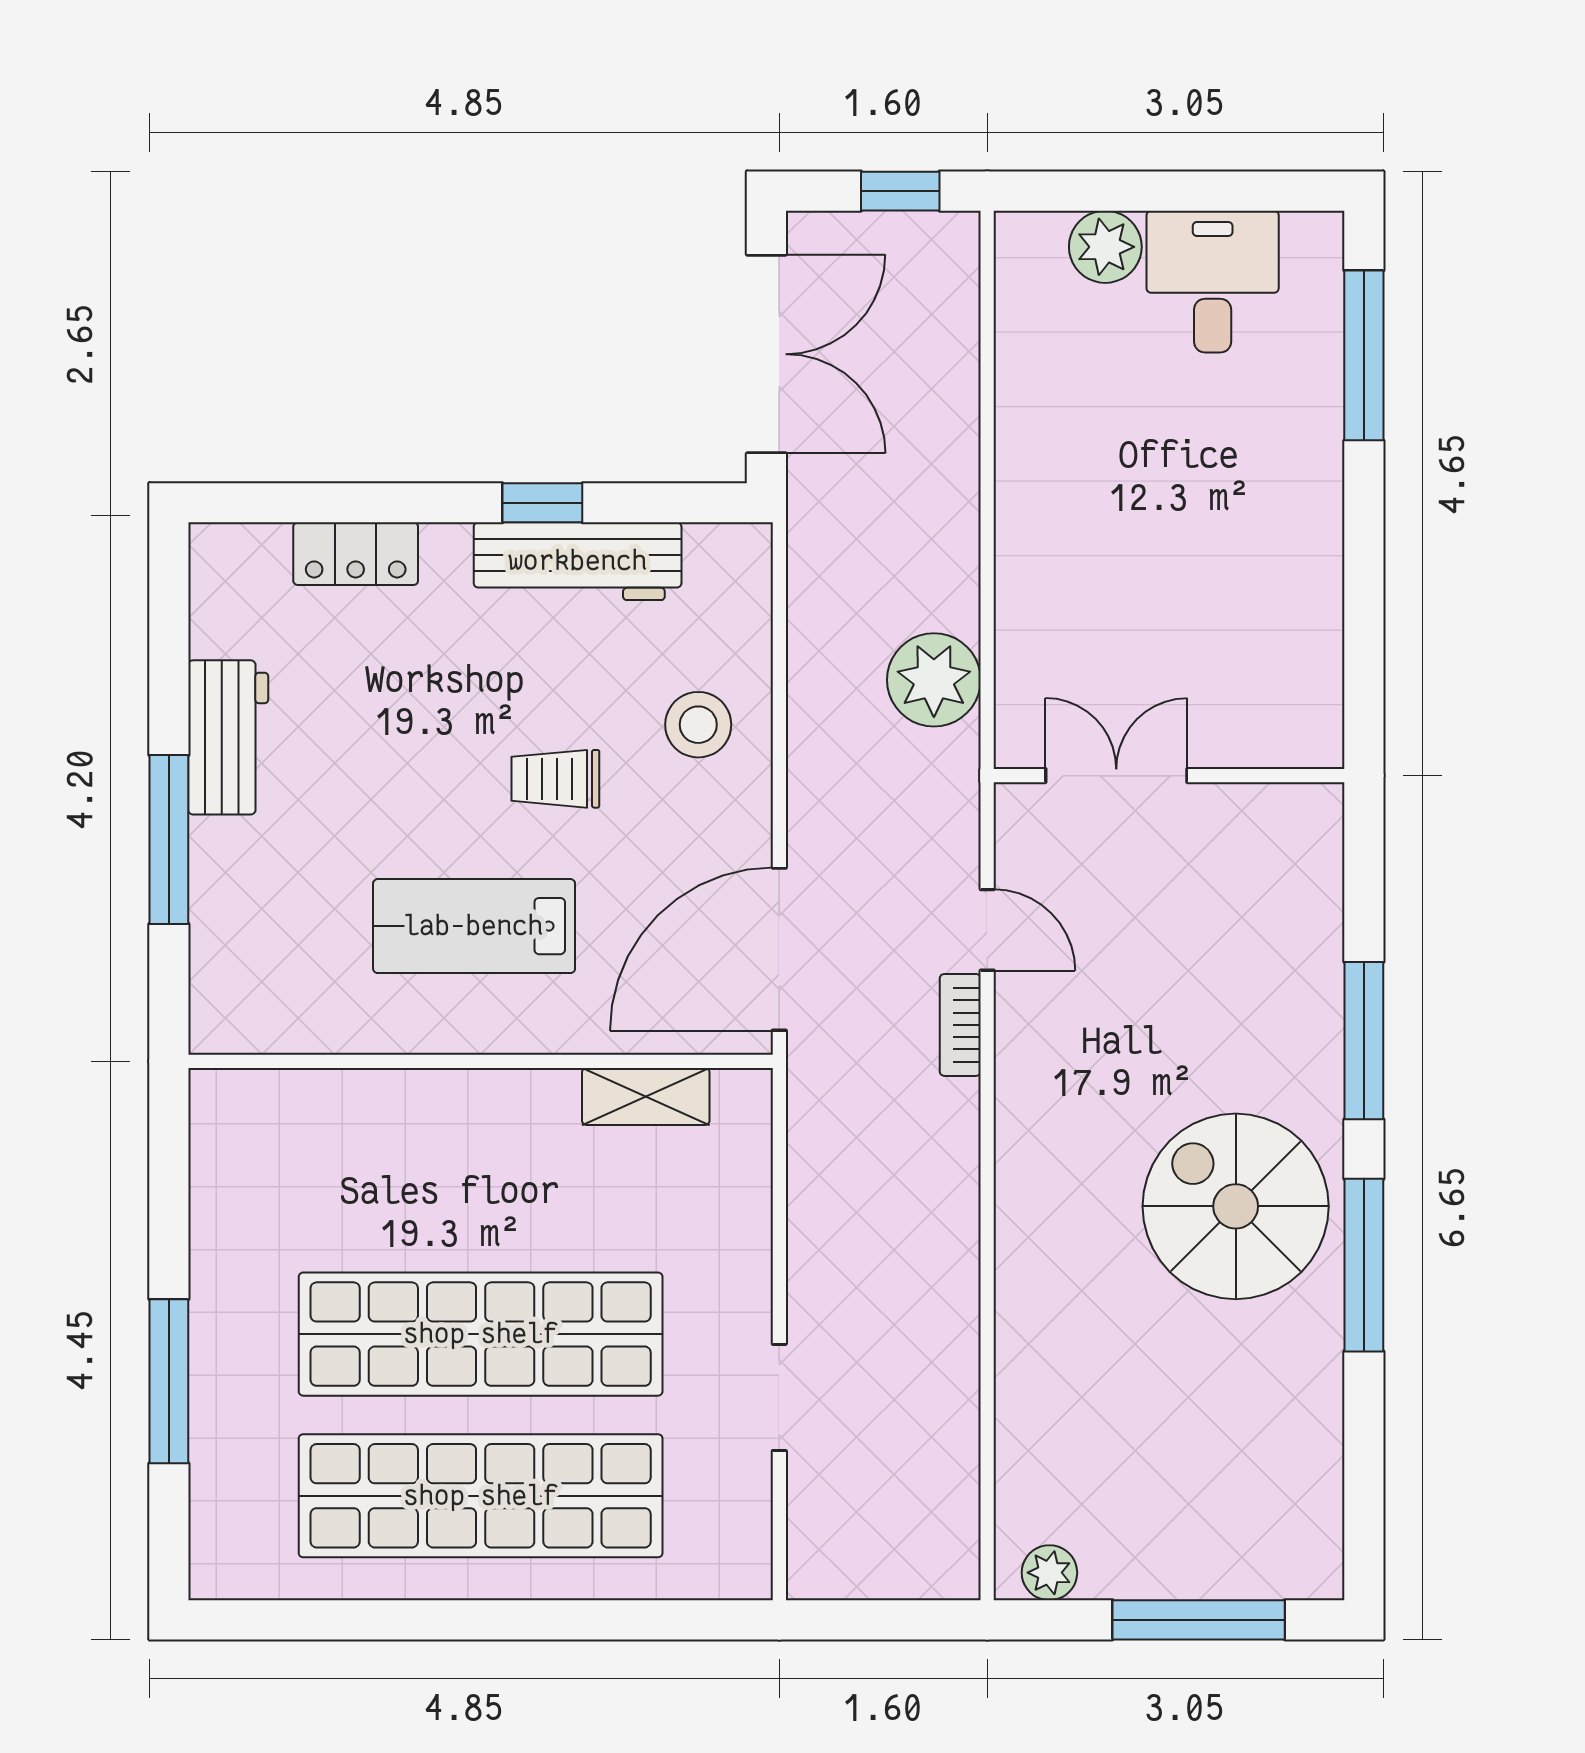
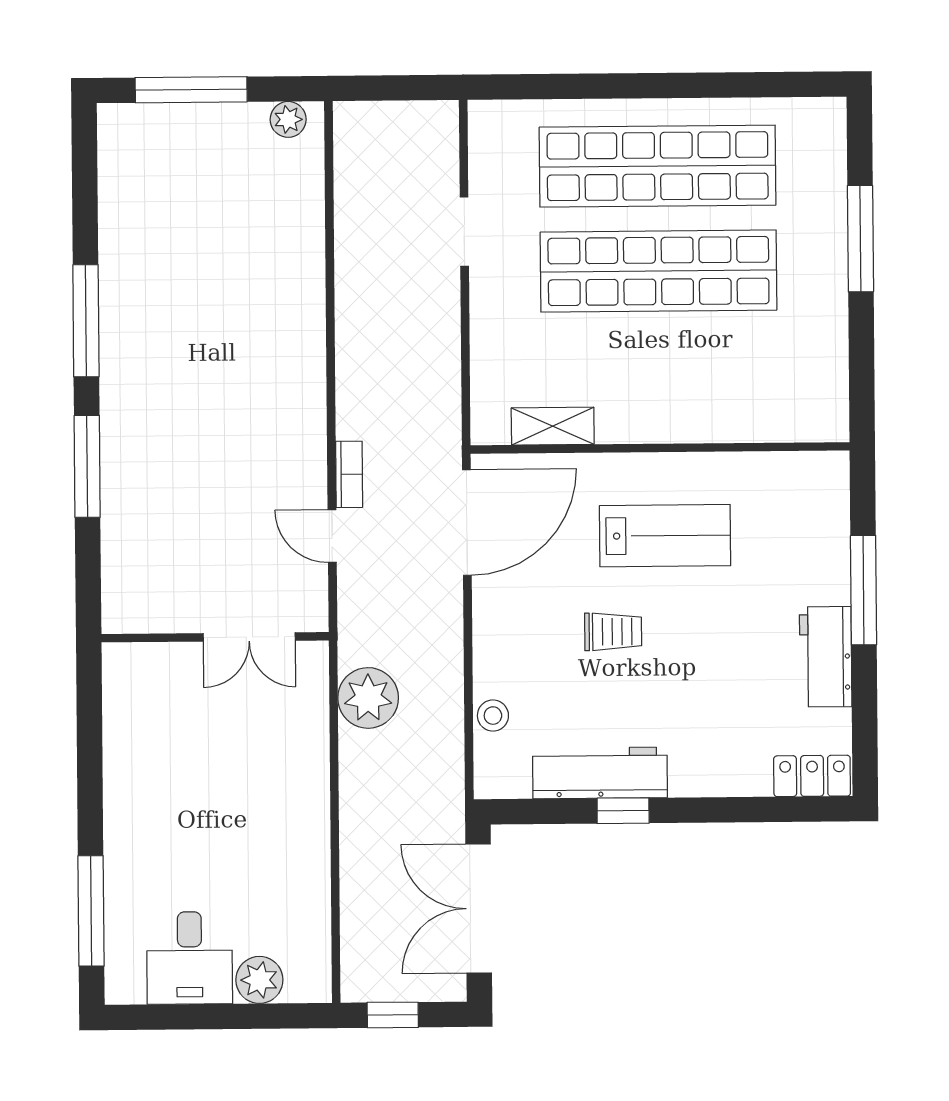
locker: (356, 554) -> (812, 776), moved
stool: (698, 725) -> (493, 716), moved, width x0.73, depth x0.73
spiral stairs: (1236, 1206) -> (169, 358), removed

